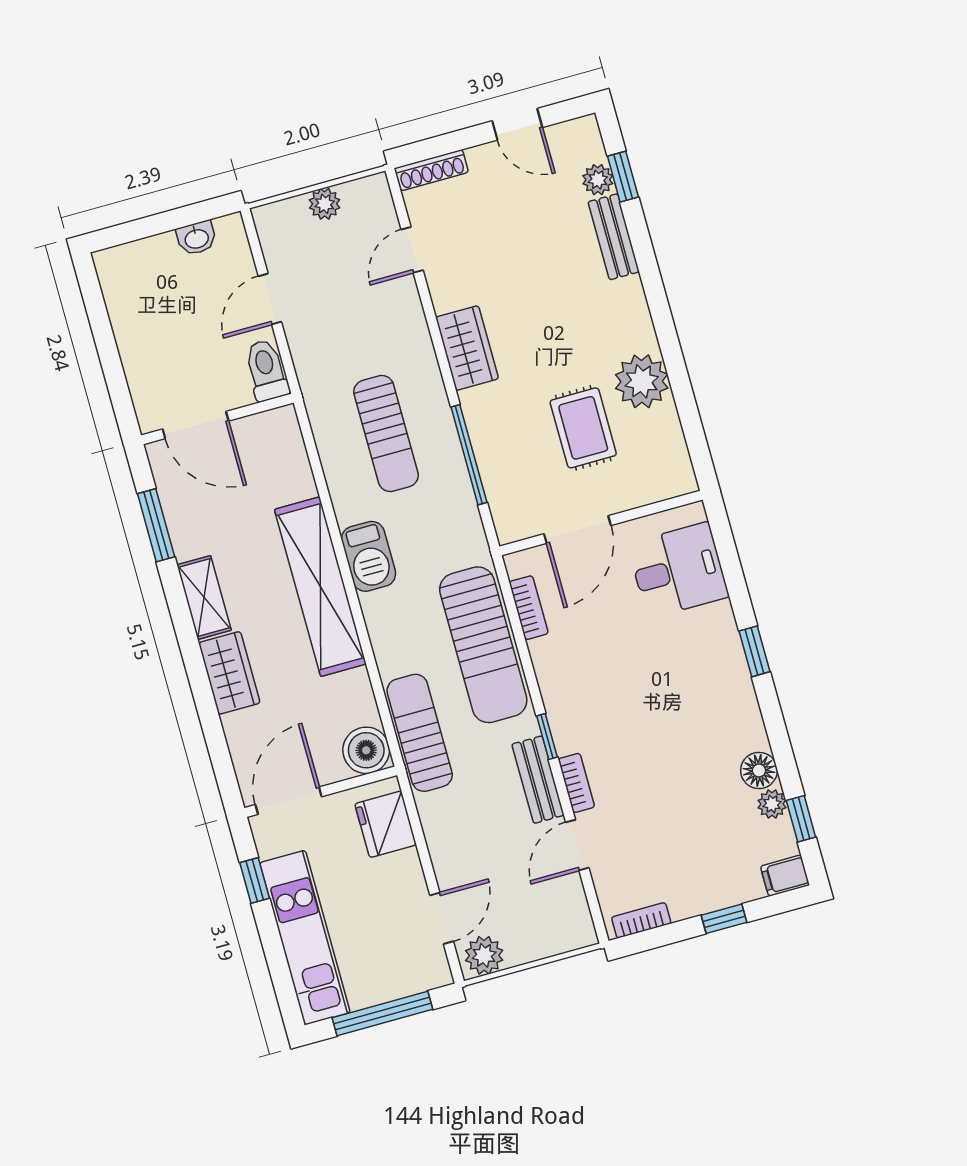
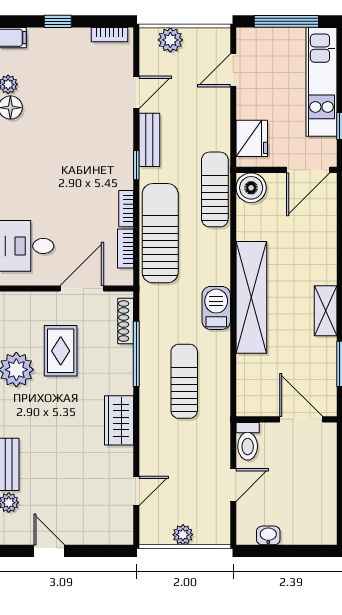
shoe rack: (431, 170) -> (126, 321), moved, turned -90
wardrobe: (229, 673) -> (323, 259), removed
sun lounger: (420, 733) -> (215, 189), turned 180
bookcase: (576, 783) -> (126, 209), moved
plant: (484, 955) -> (170, 40), moved

